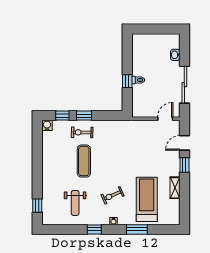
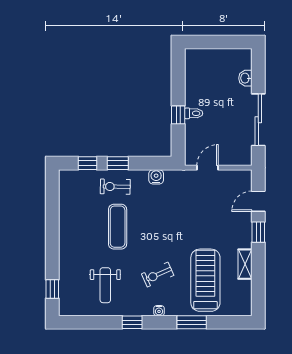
door: (165, 119) -> (208, 168), moved
water cooler: (47, 125) -> (156, 177), moved

